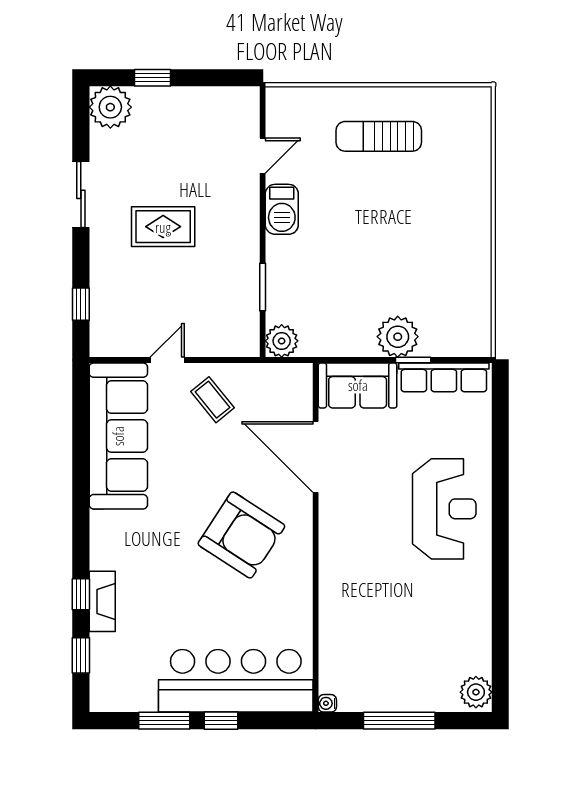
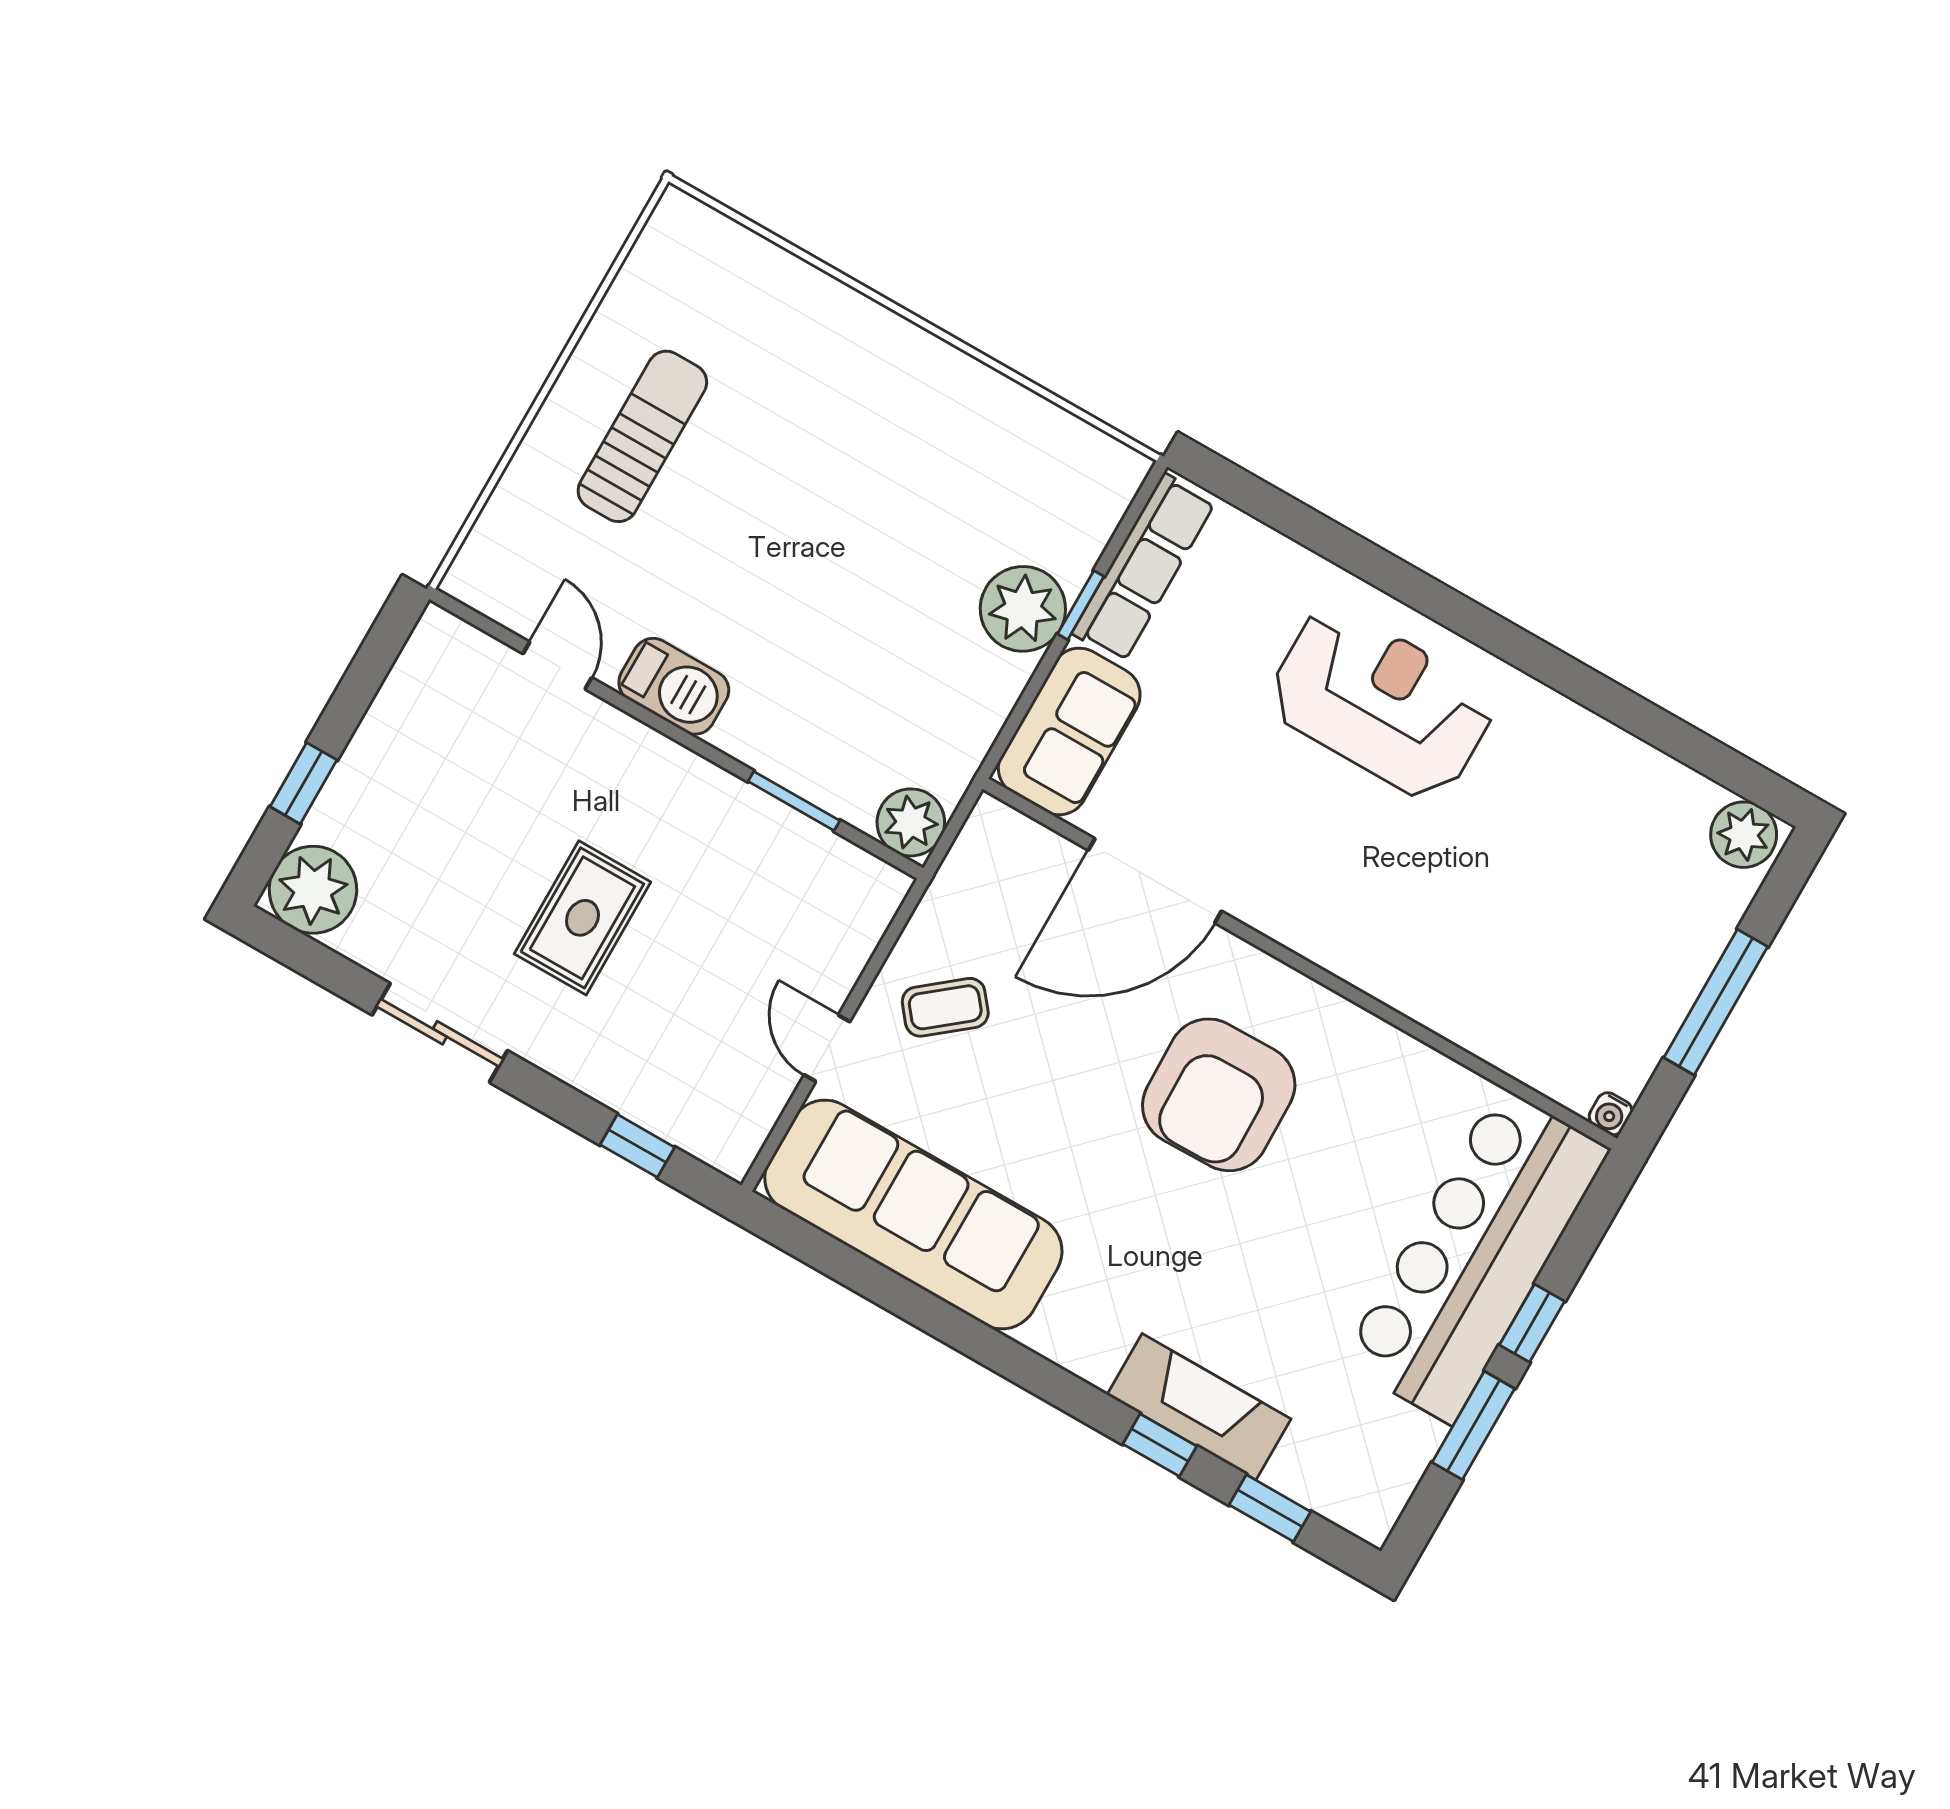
sun lounger: (379, 136) -> (642, 436), turned 180
armchair: (241, 535) -> (1219, 1095), turned 146
fireplace: (102, 601) -> (1199, 1407), width x1.37, depth x1.32

